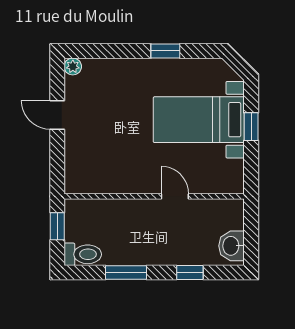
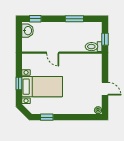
window: (165, 51) -> (47, 117), moved
toilet: (83, 254) -> (94, 47), moved
window: (190, 272) -> (35, 19), moved

